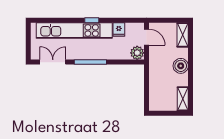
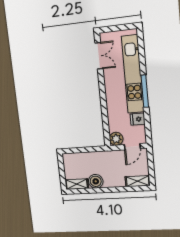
window: (92, 20) -> (145, 91), width x2.17
window: (90, 62) -> (103, 94), removed
boiler: (181, 66) -> (96, 181), moved

